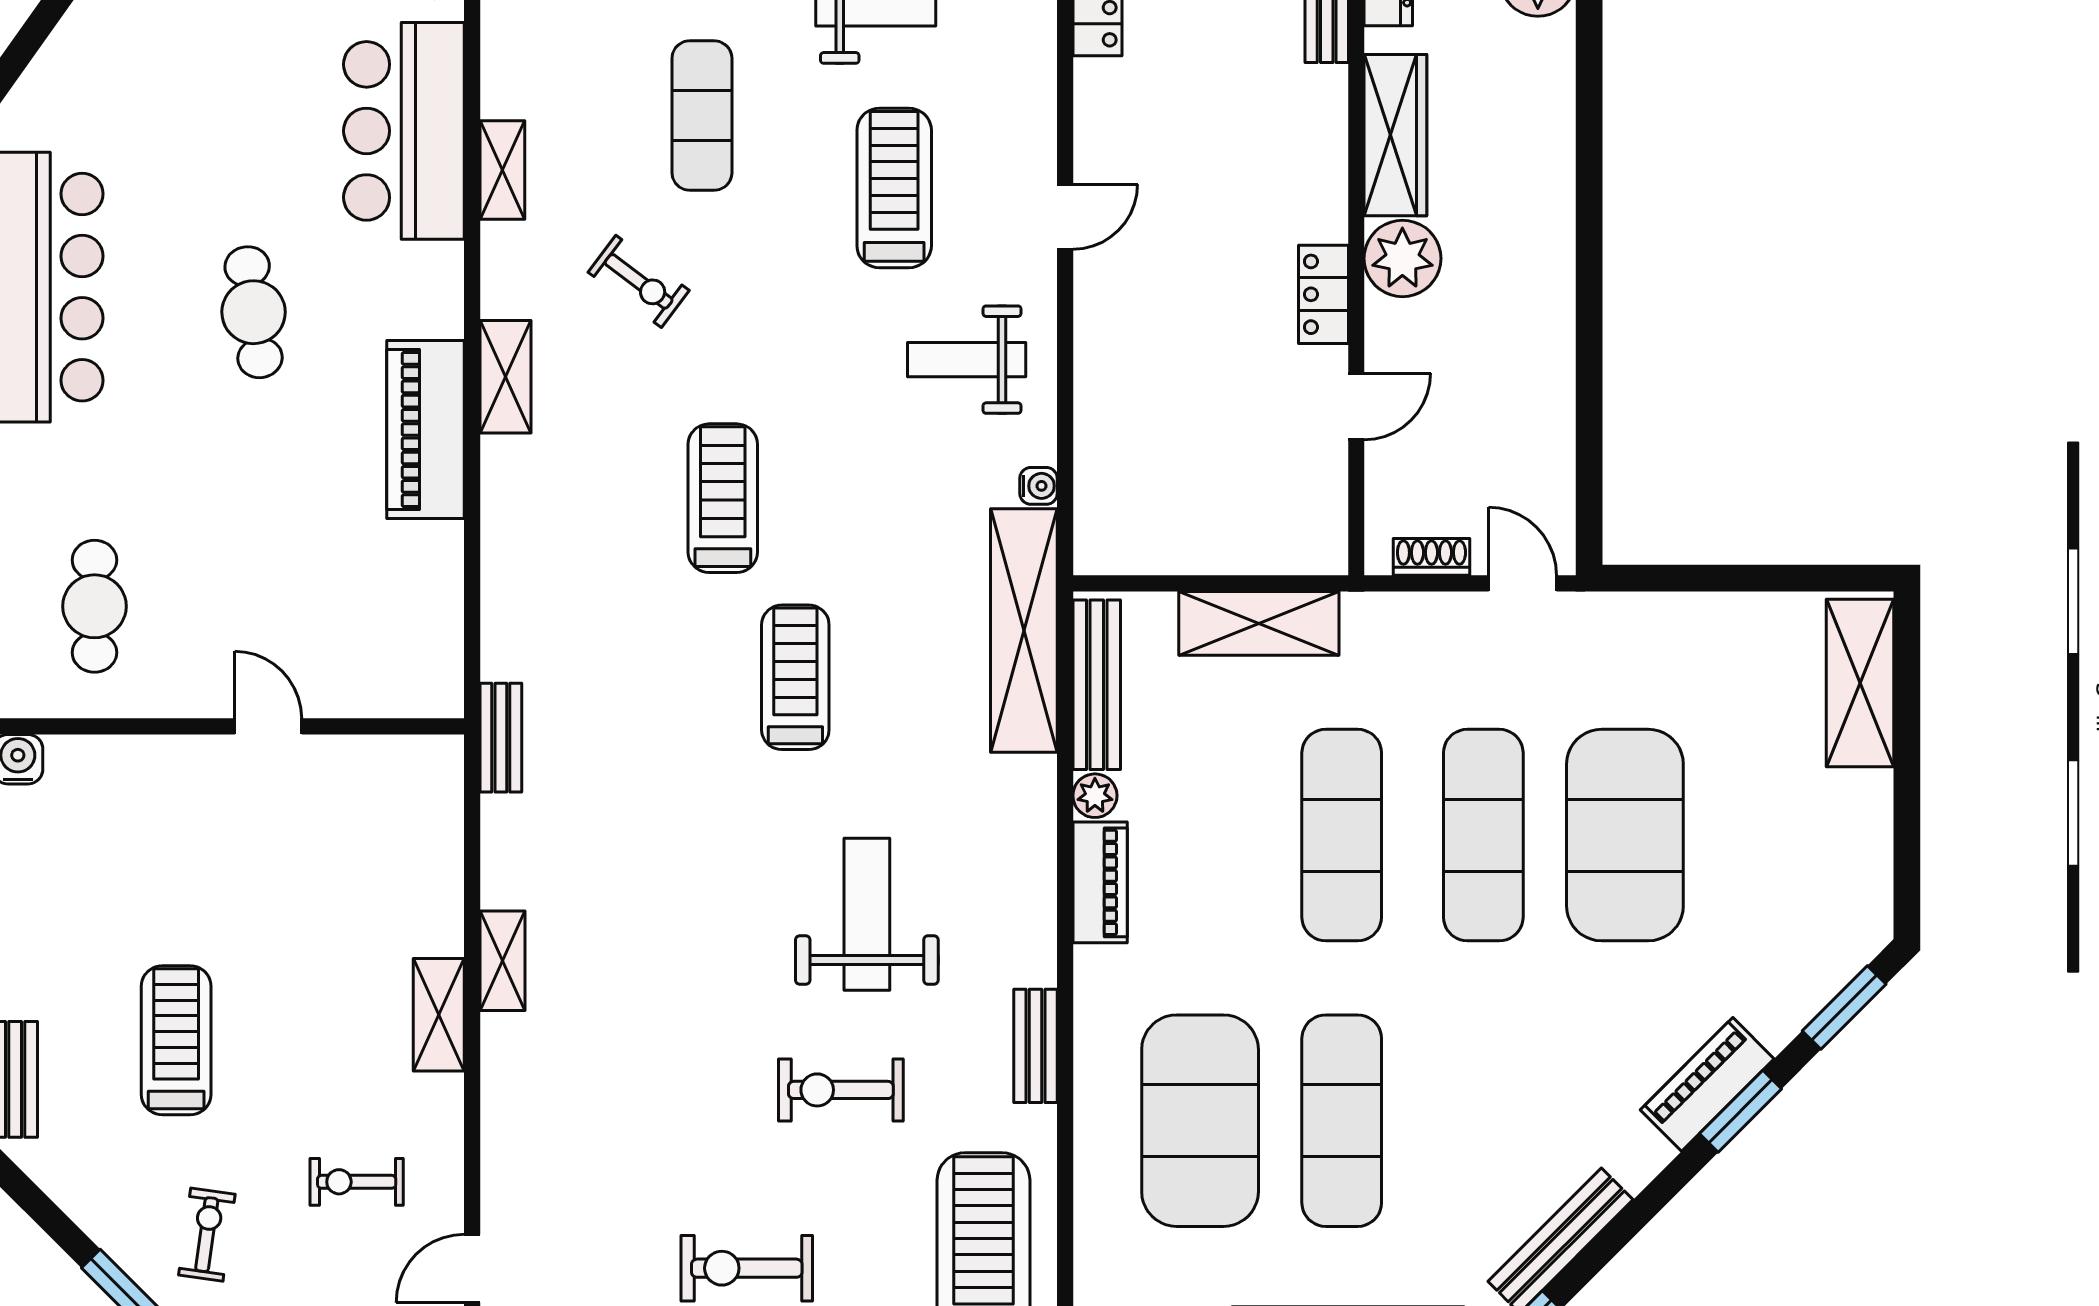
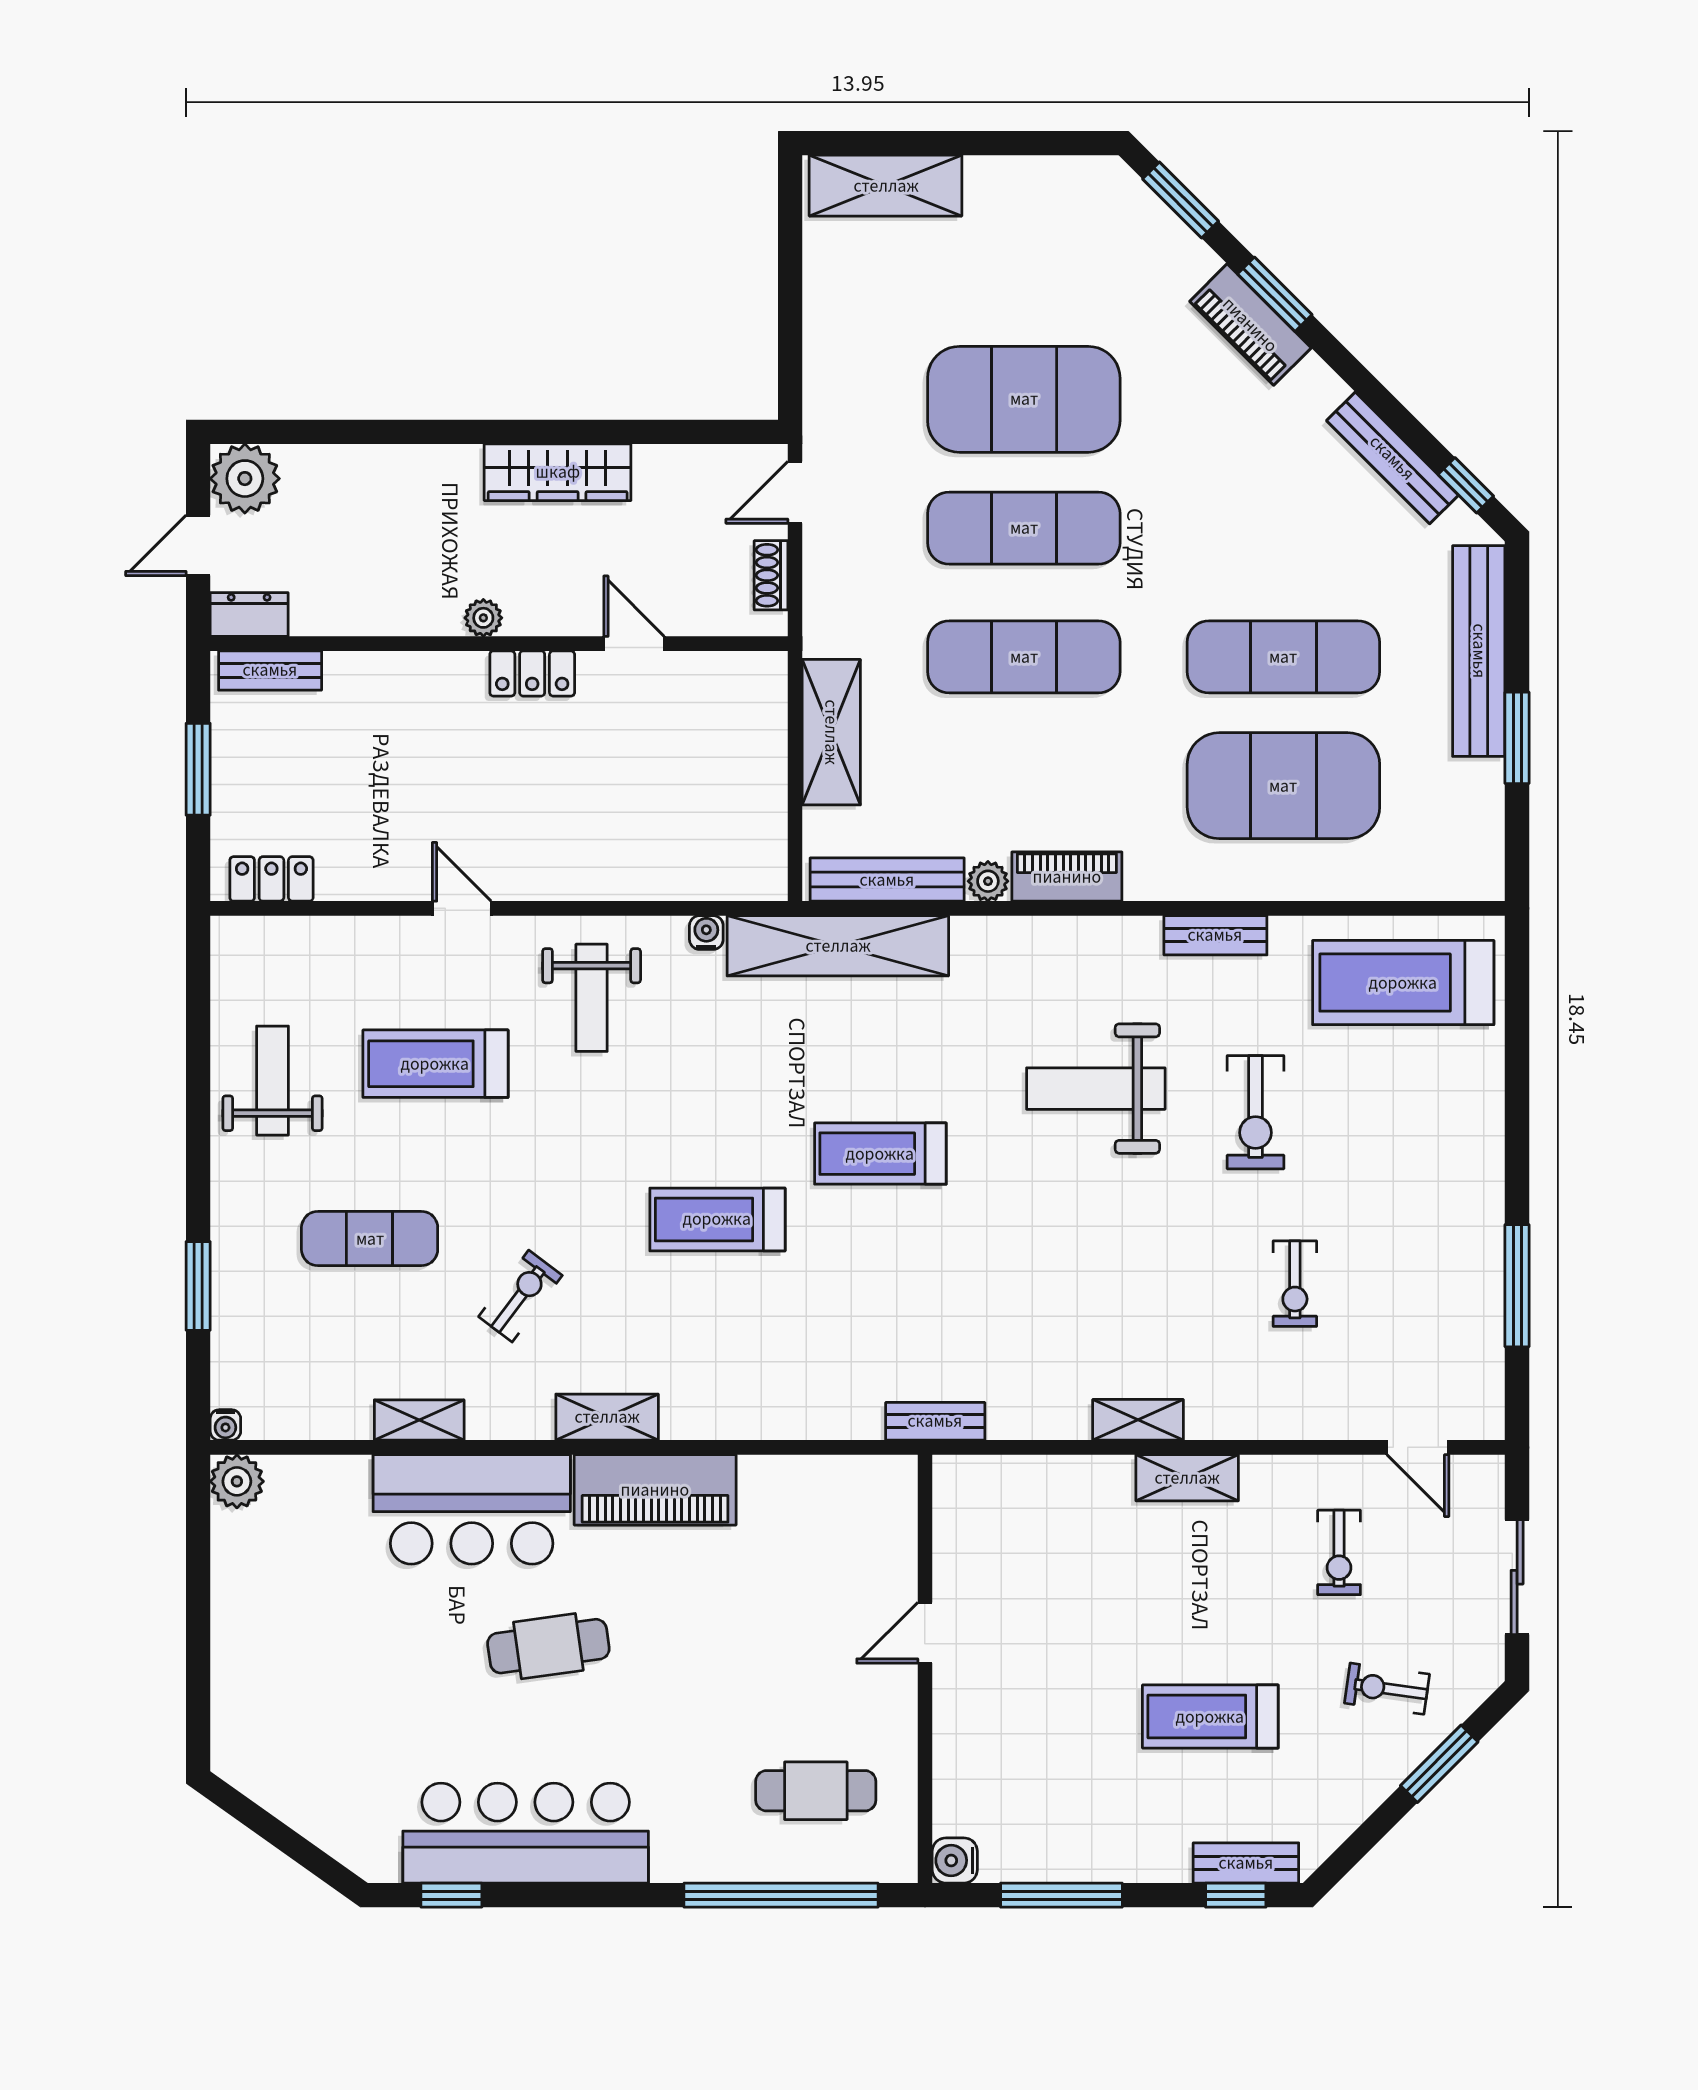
bar counter: (404, 131) -> (472, 1509), moved
wardrobe: (1395, 135) -> (558, 472), moved, turned 180
plant: (1402, 258) -> (483, 618), width x0.53, depth x0.53
exercise bike: (747, 1268) -> (1295, 1284), moved, width x0.73, depth x0.72

